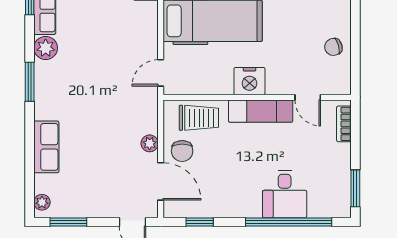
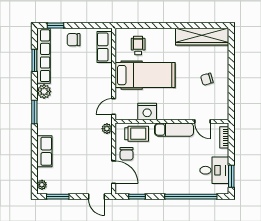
chair: (333, 47) -> (207, 79), moved
nightstand: (249, 81) -> (147, 111), moved
plant: (150, 143) -> (107, 129), moved
desk: (285, 194) -> (214, 170), moved, turned -90

